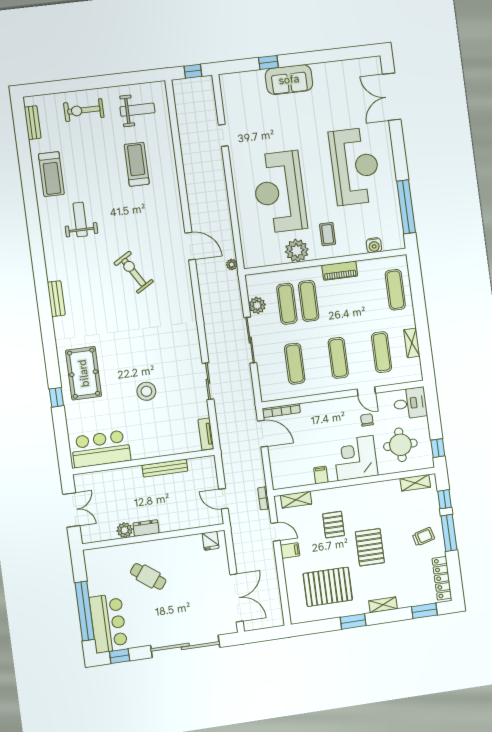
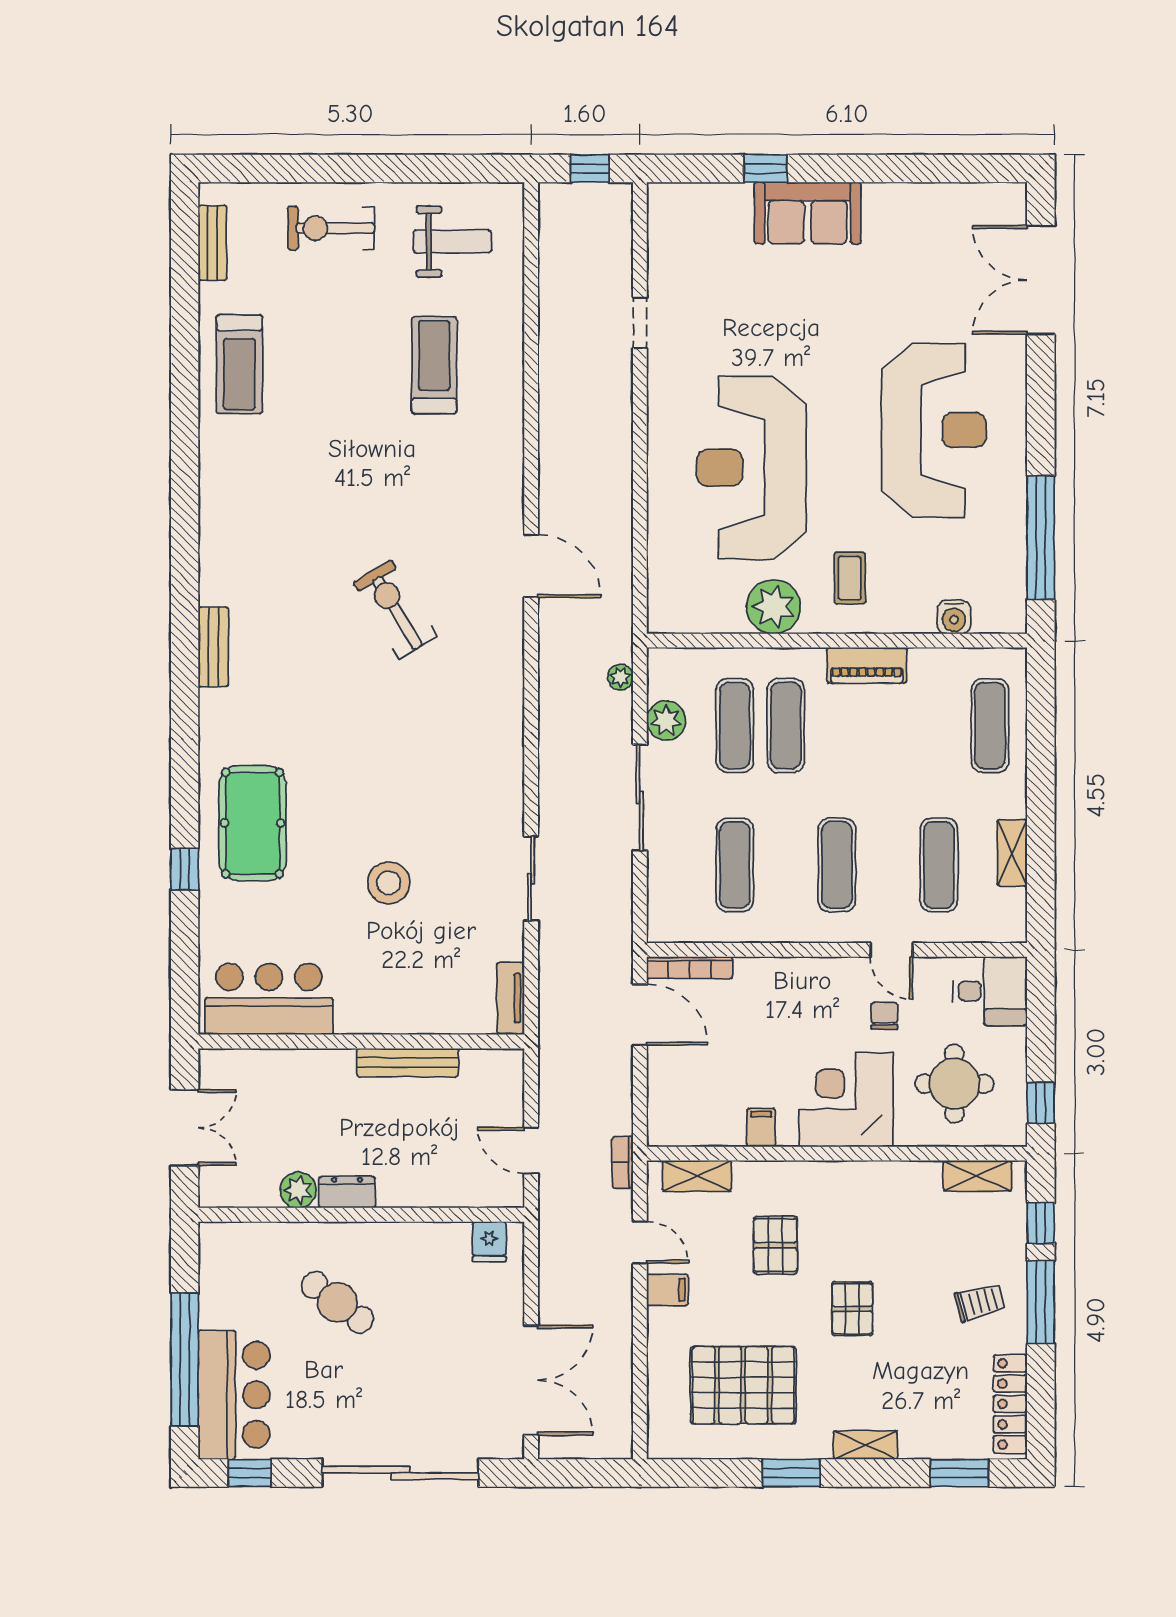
weight bench: (80, 220) -> (290, 475), removed
plant: (232, 265) -> (620, 677), moved
pallet: (370, 547) -> (852, 1309), width x0.67, depth x0.71

